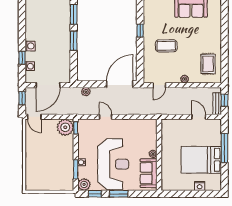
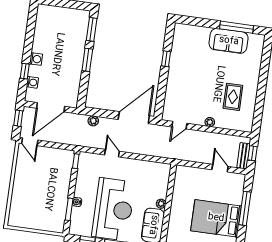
coffee table: (166, 46) -> (194, 81), removed
rug: (208, 64) -> (233, 97), moved
plant: (65, 127) -> (64, 159), removed
plant: (84, 184) -> (76, 228), removed

